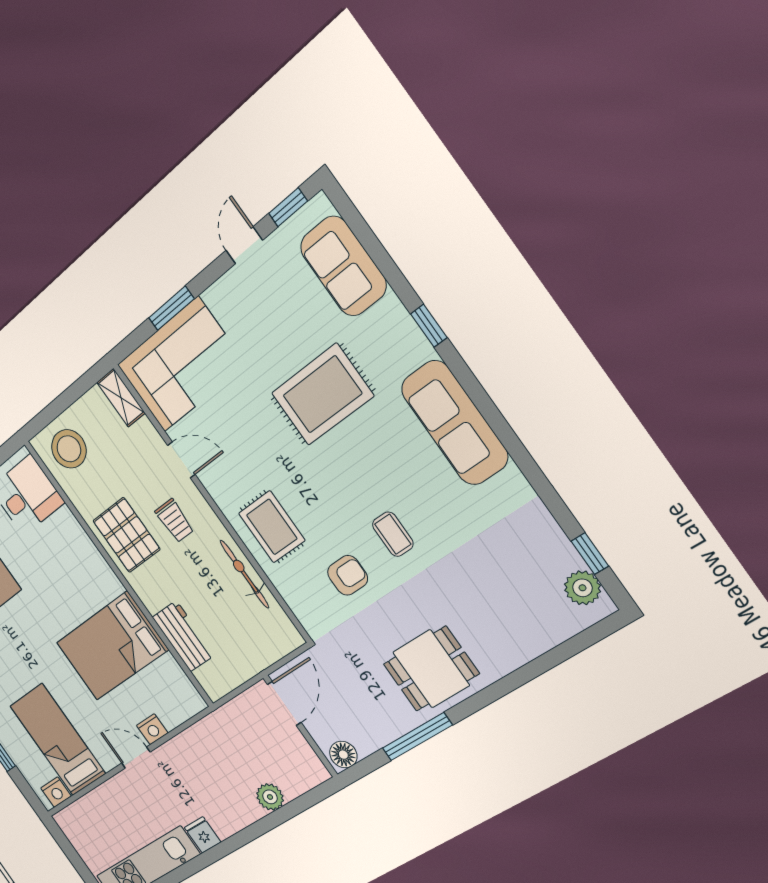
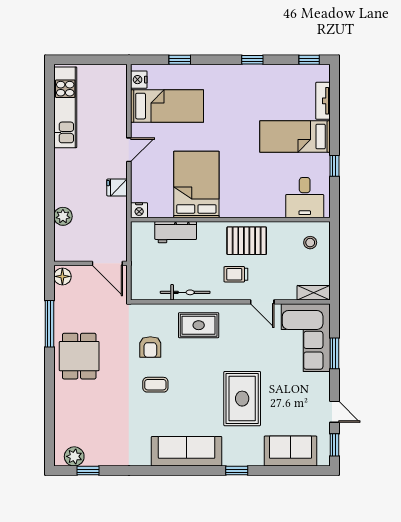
stool: (69, 449) -> (310, 243), width x0.53, depth x0.53
door: (181, 460) -> (262, 302), hinge flipped
nightstand: (152, 729) -> (139, 210), moved, turned -90
fridge: (203, 835) -> (117, 187), moved, turned 180

